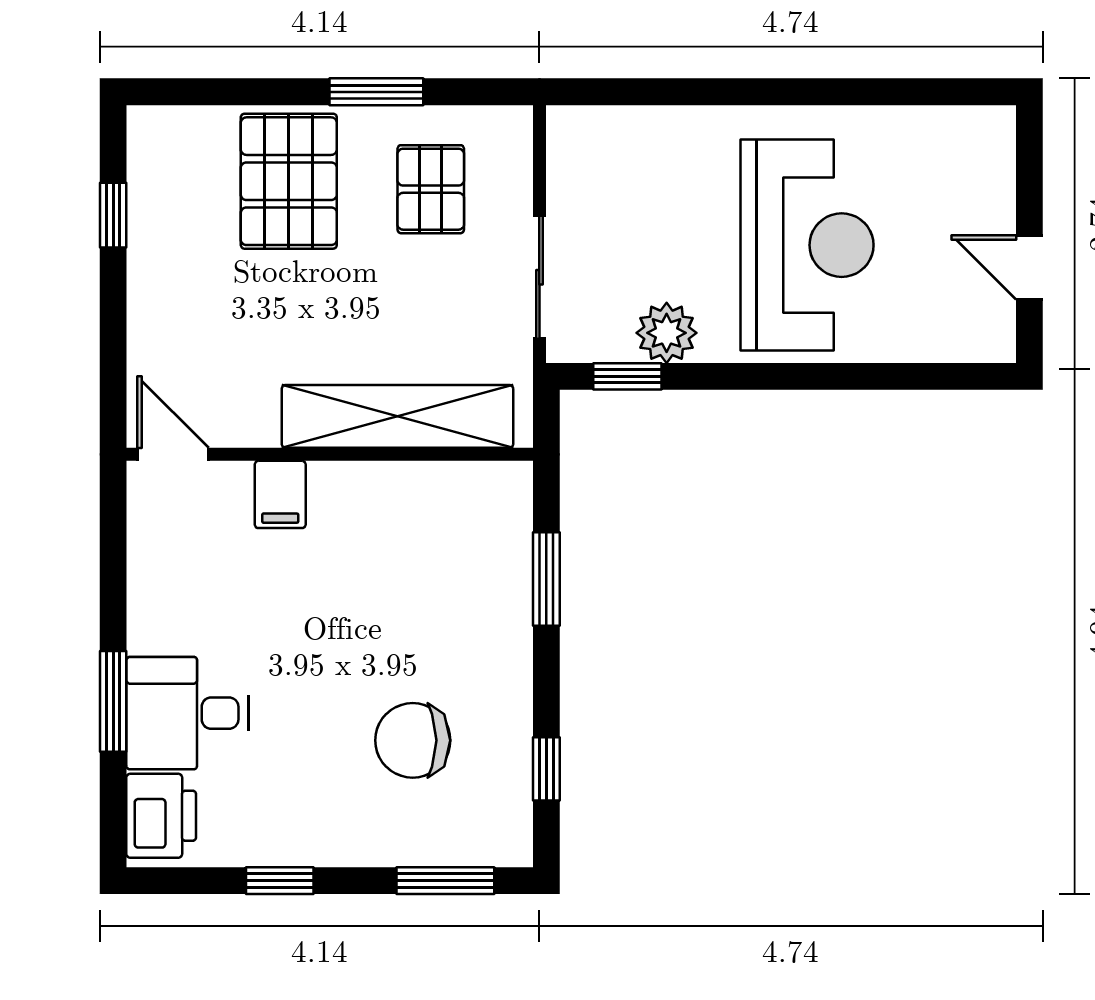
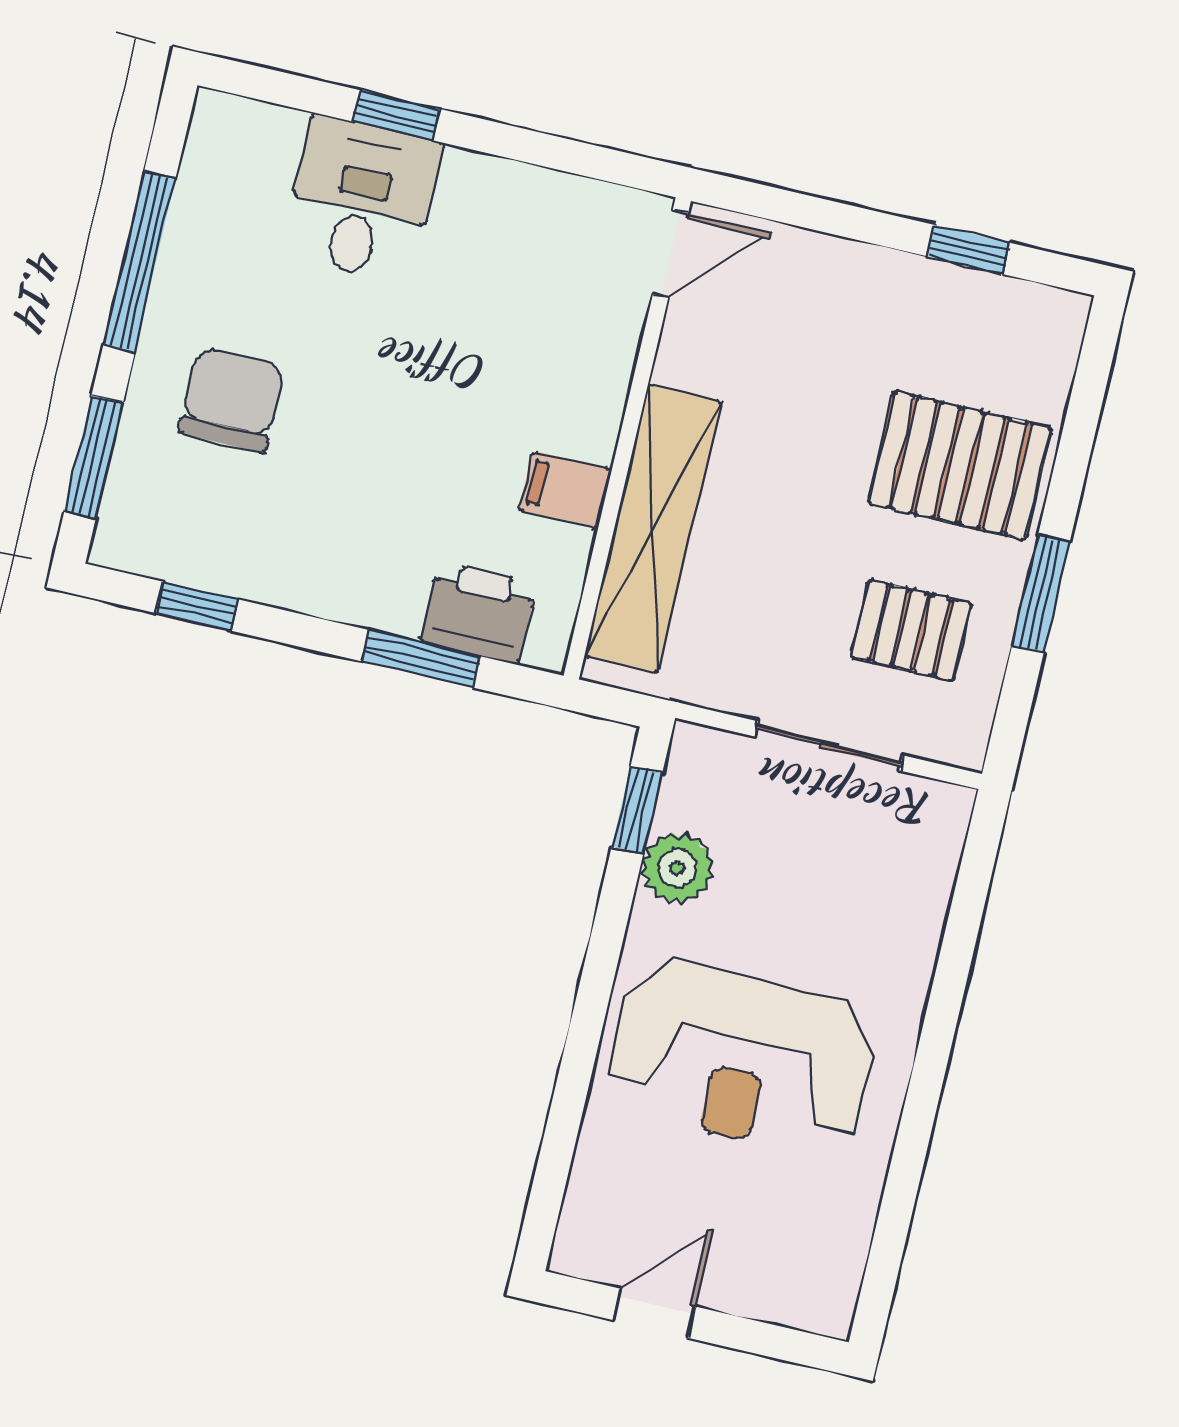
sliding door: (539, 277) -> (829, 746), moved
filing cabinet: (280, 494) -> (565, 490), moved
window: (113, 701) -> (396, 115), width x0.67
chair: (413, 740) -> (232, 399), moved
printer: (161, 816) -> (478, 613), moved, turned 180
window: (280, 881) -> (139, 262), width x2.17

